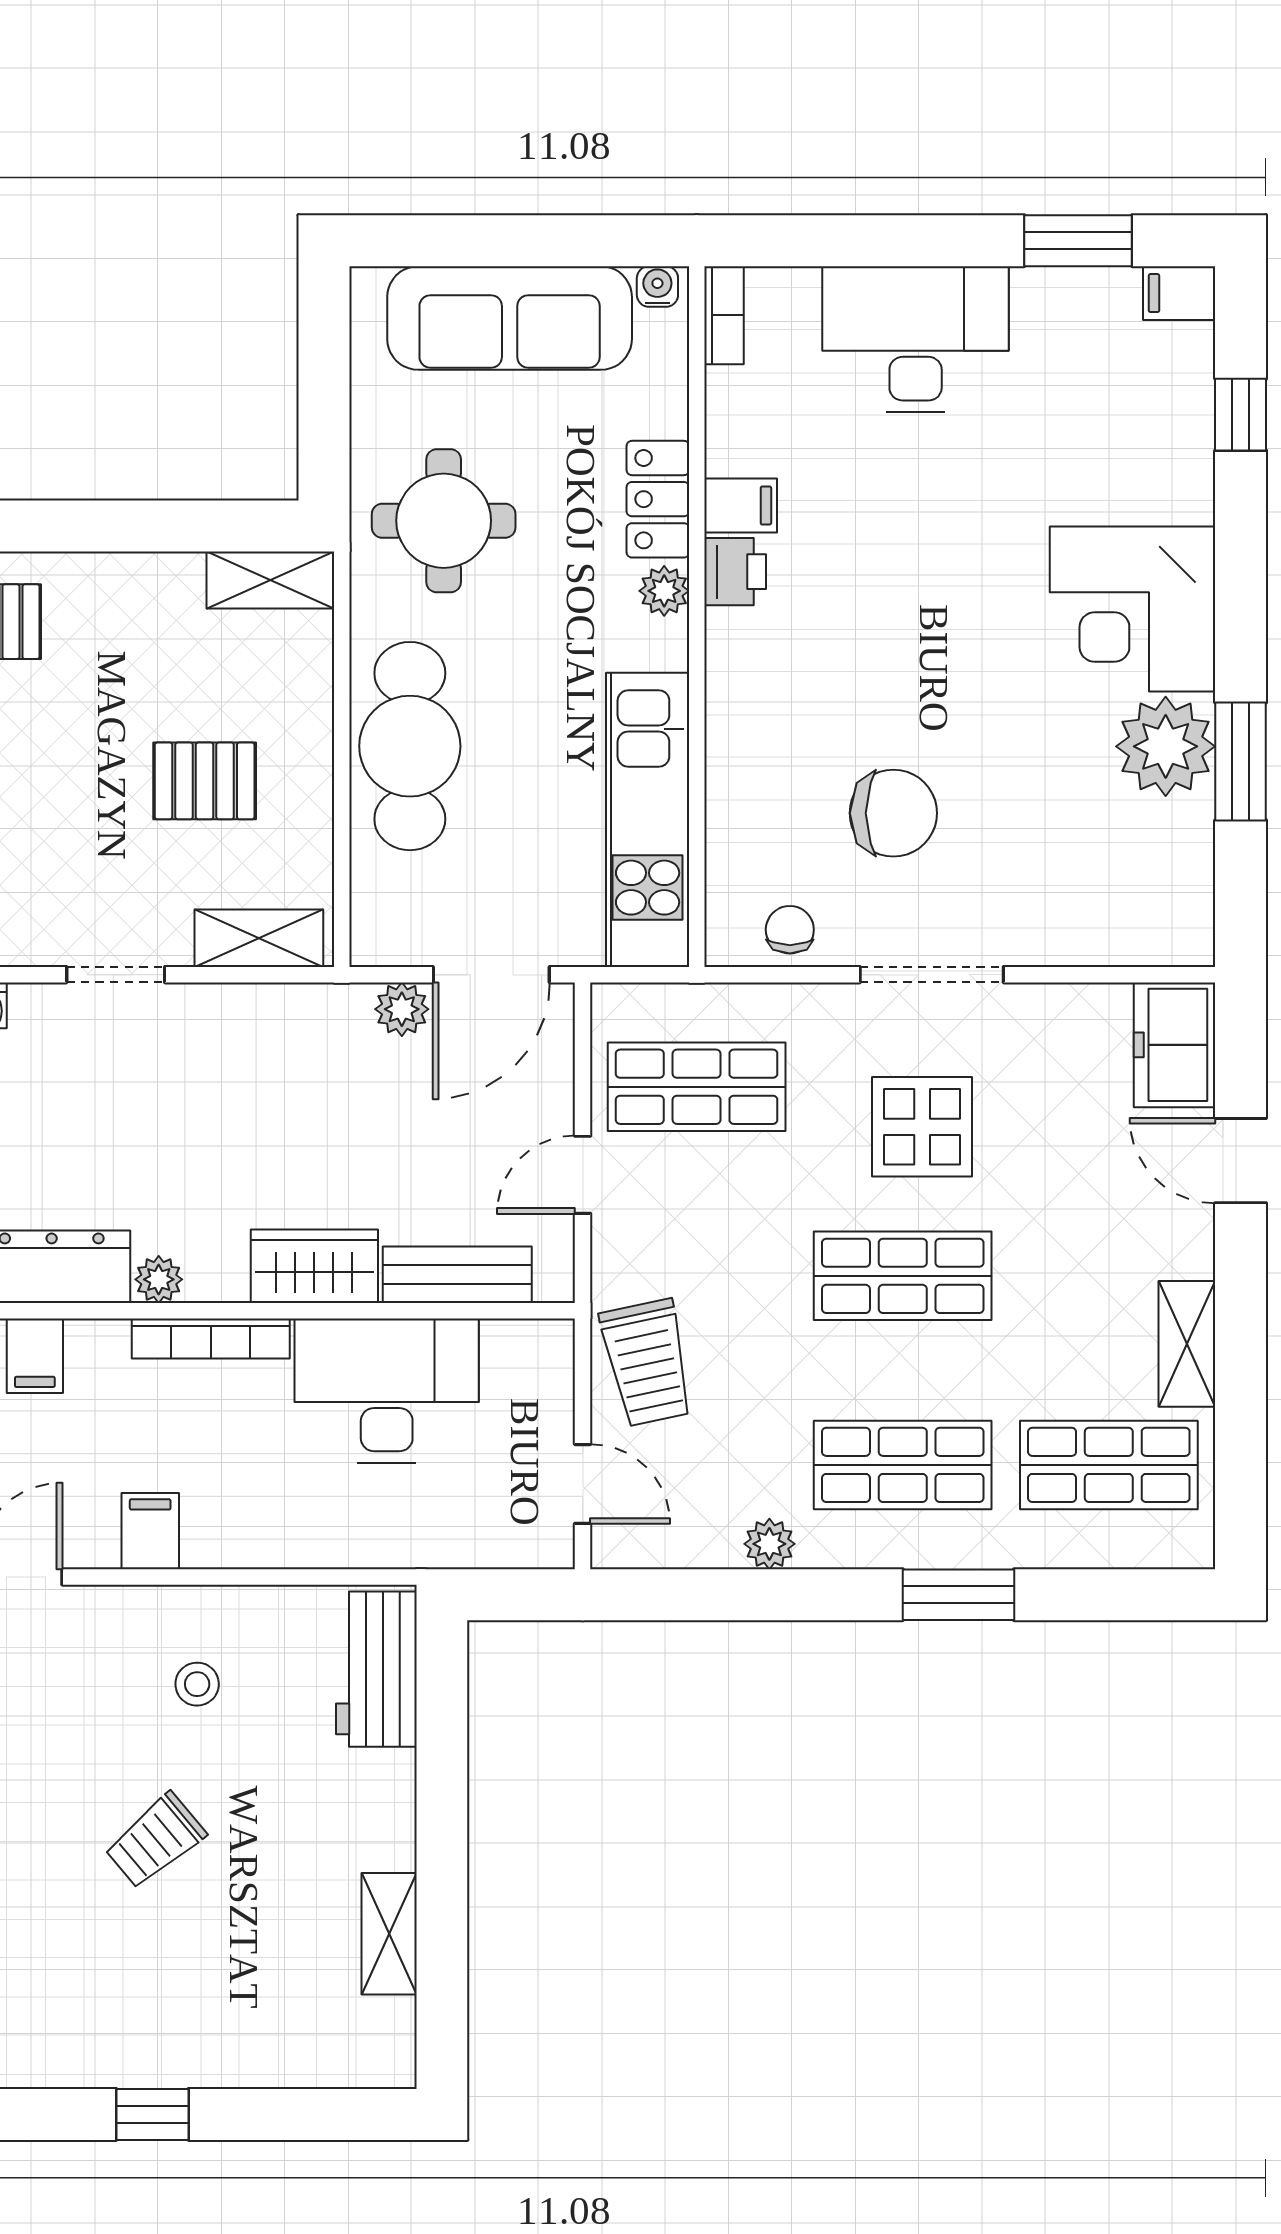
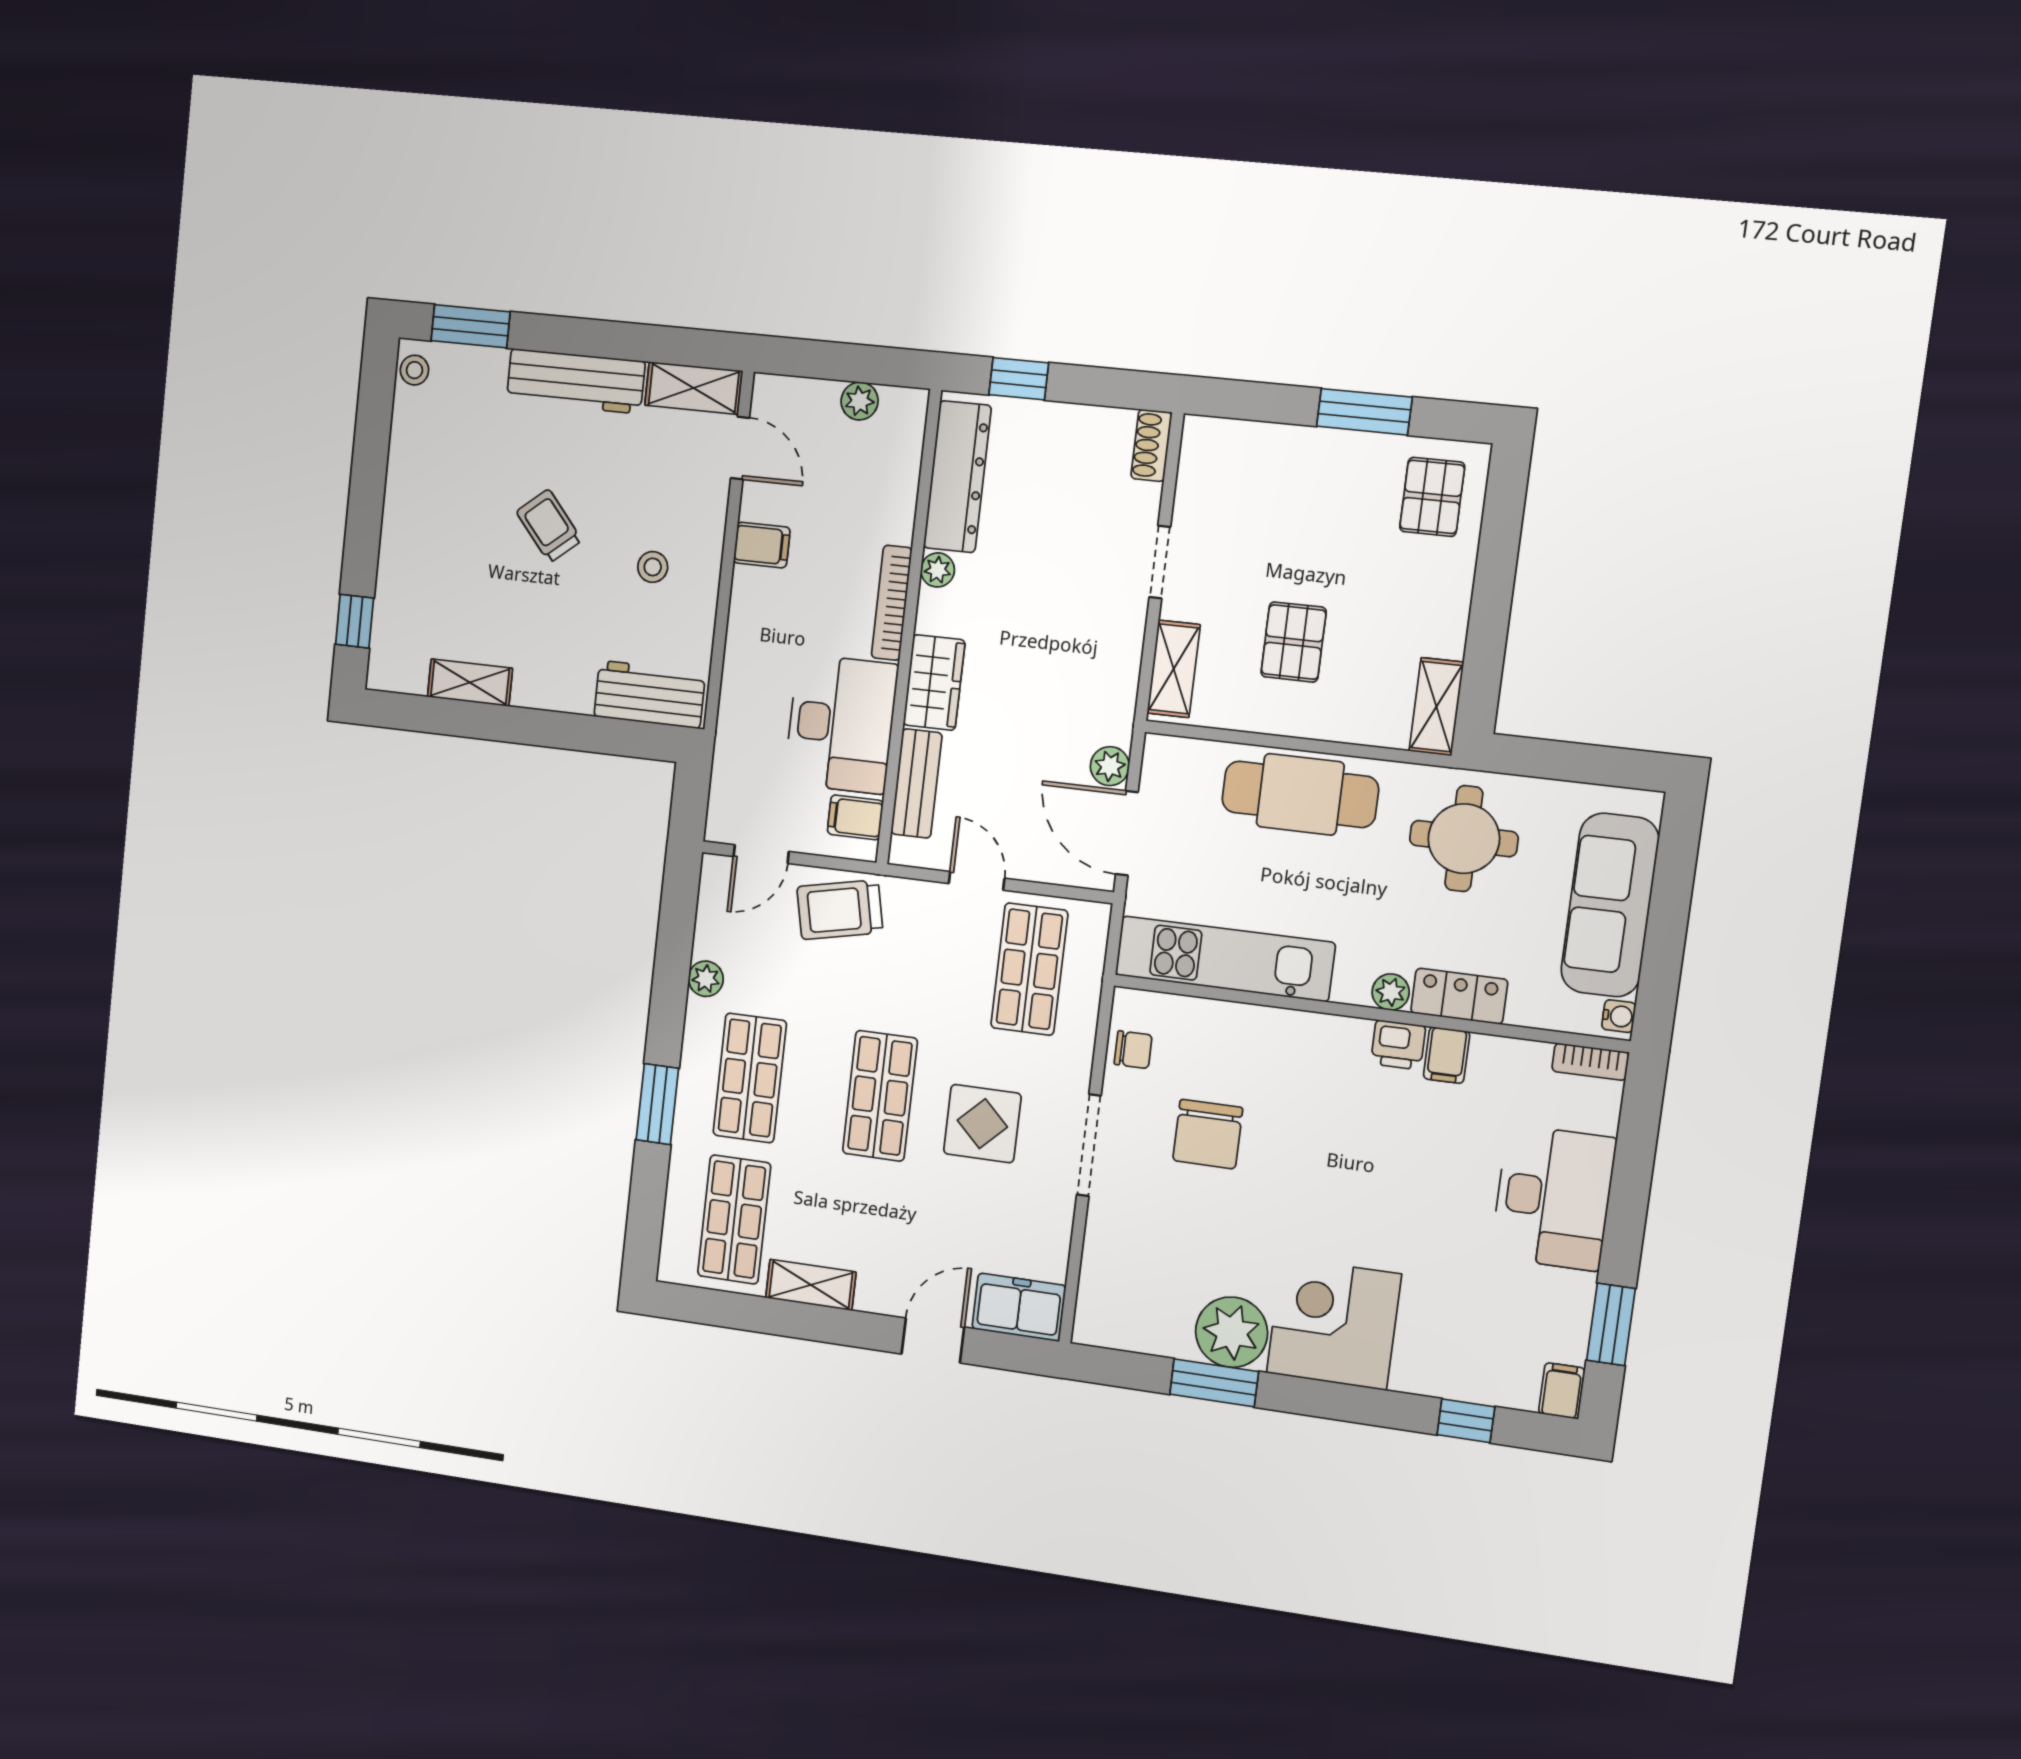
filing cabinet: (35, 1356) -> (855, 817), moved
window: (152, 2114) -> (355, 621), moved

